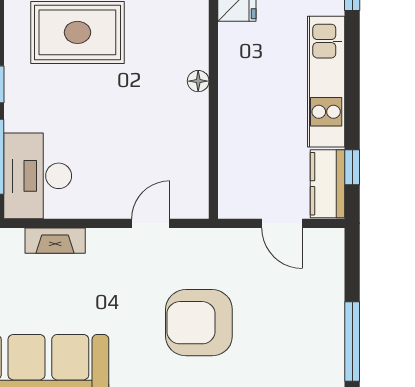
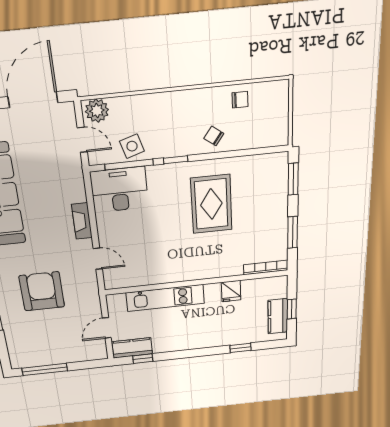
floor lamp: (198, 81) -> (186, 275), removed
kitchen unit: (326, 82) -> (165, 298), moved, turned 180
fireplace: (55, 241) -> (82, 221), moved

